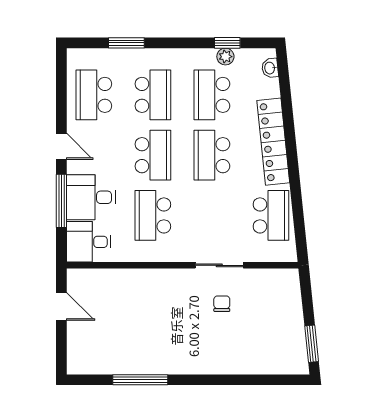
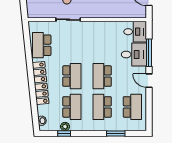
school desk: (153, 215) -> (102, 45), removed

